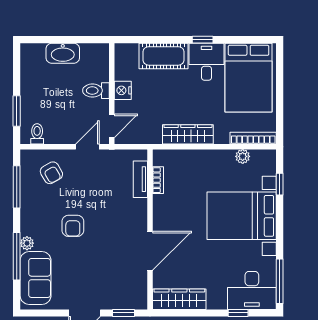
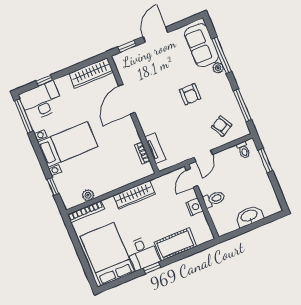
bed with nightstands: (242, 216) -> (68, 144), width x0.73
armchair: (73, 226) -> (190, 94), turned 180

